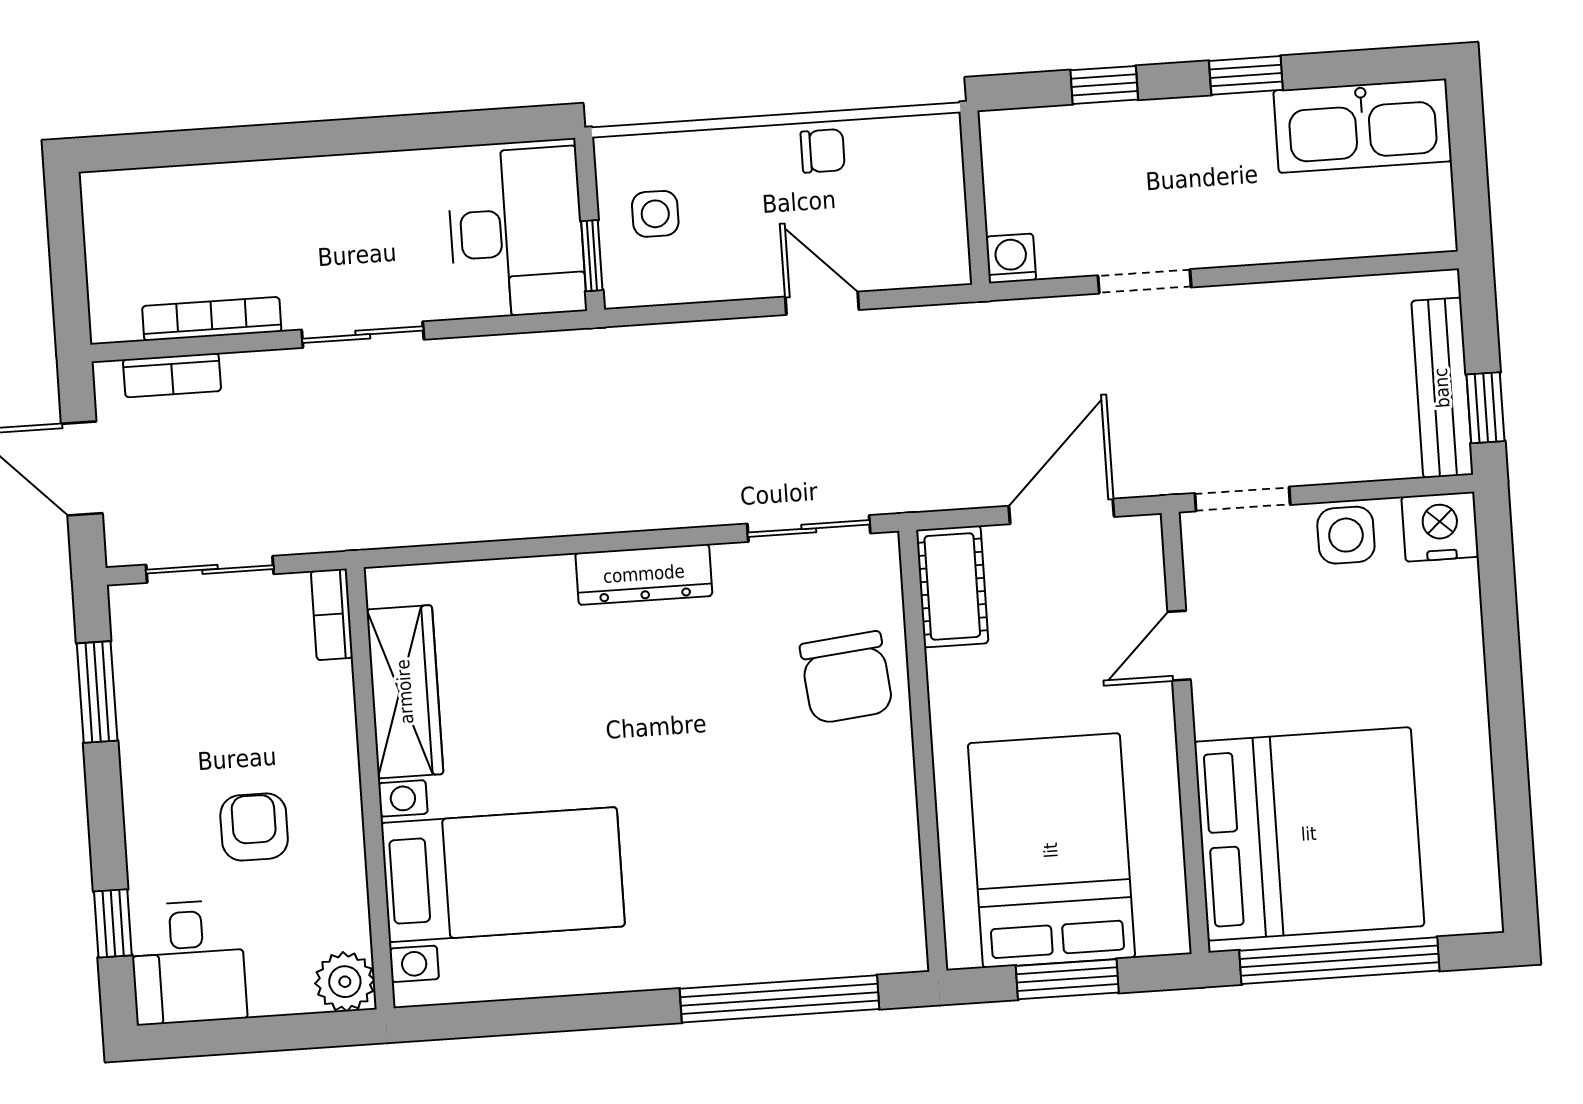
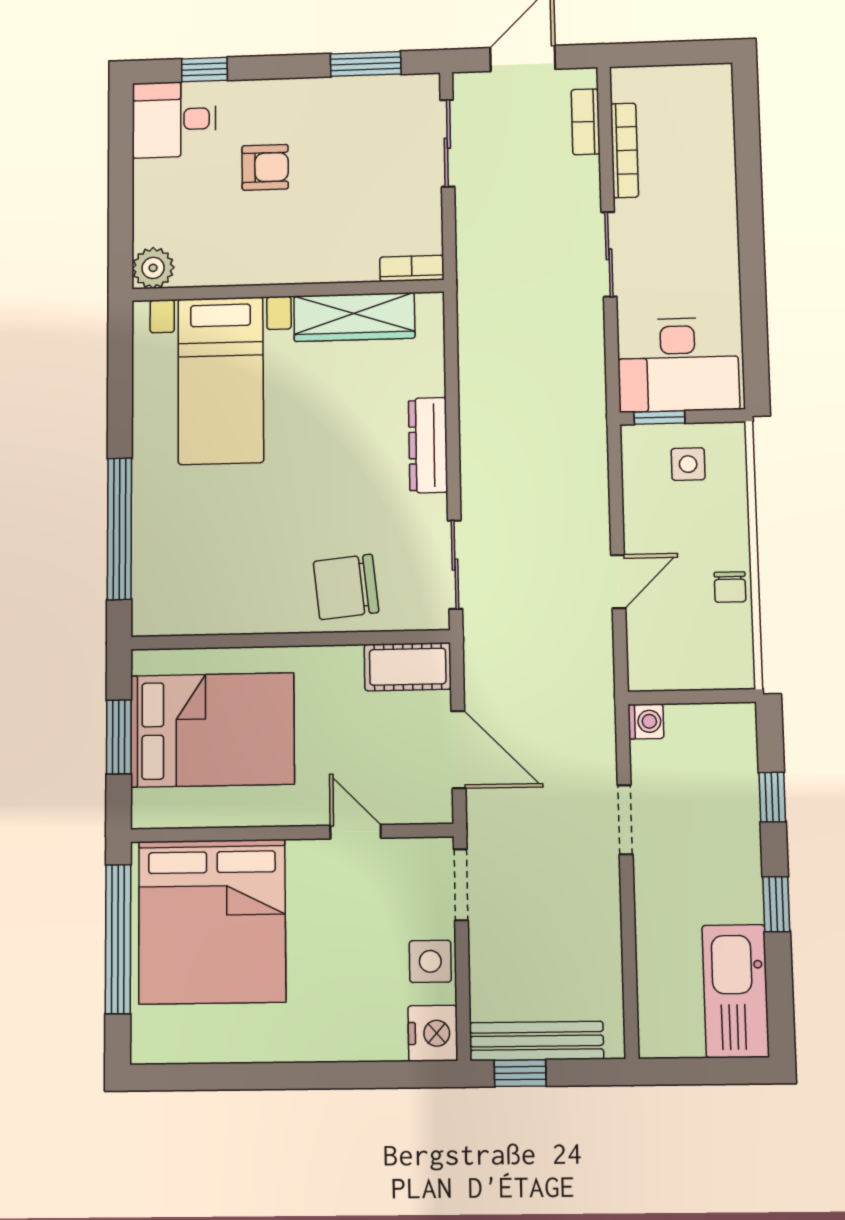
bookcase: (332, 614) -> (412, 268), moved
wardrobe: (405, 692) -> (354, 317), moved
wall: (370, 788) -> (287, 290), moved
bed with nightstands: (503, 875) -> (221, 381), moved
plant: (345, 982) -> (153, 268), moved

